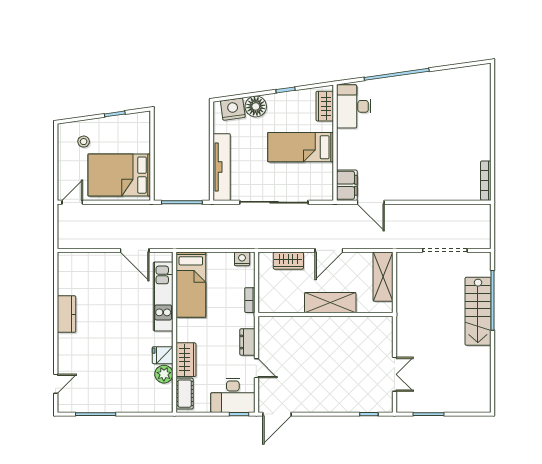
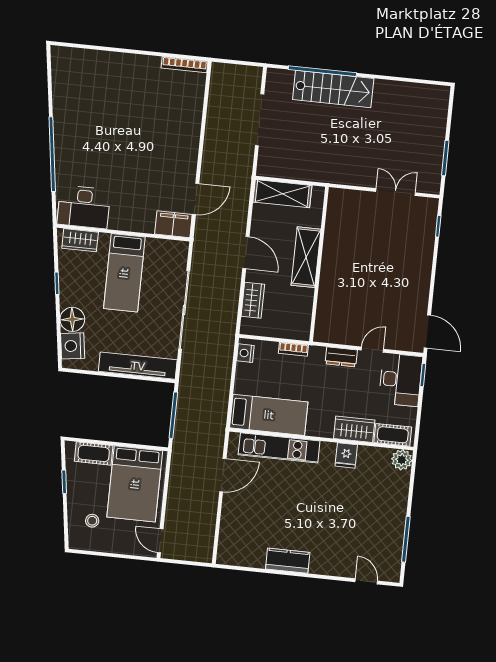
cot: (142, 137) -> (94, 453), added
plant: (164, 374) -> (402, 460), moved

